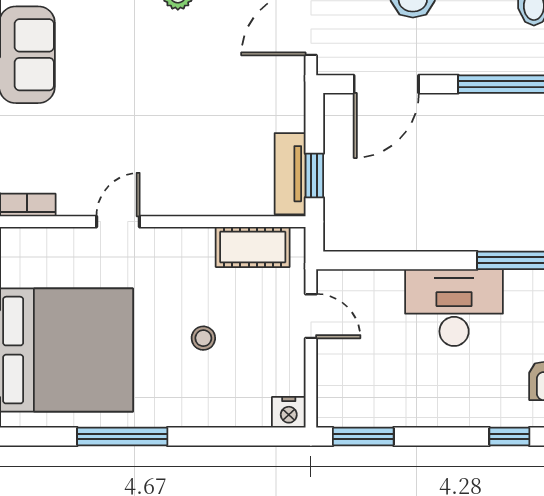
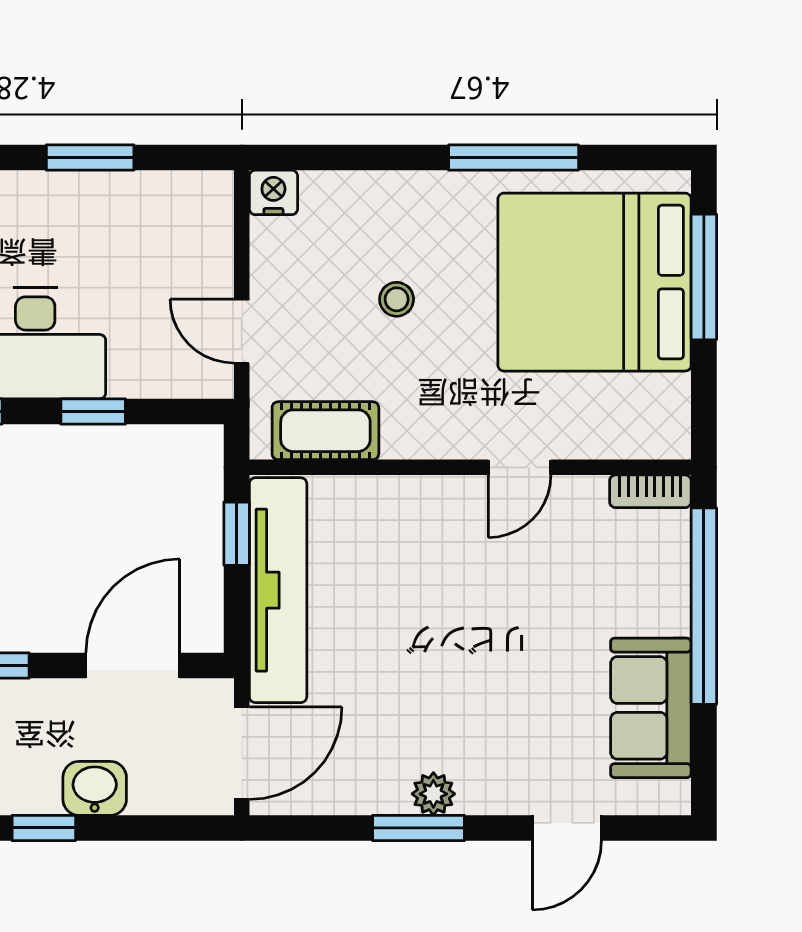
tv unit: (290, 174) -> (278, 590), width x1.92, depth x1.29
window: (414, 260) -> (93, 411), added
window: (363, 436) -> (90, 157), moved

